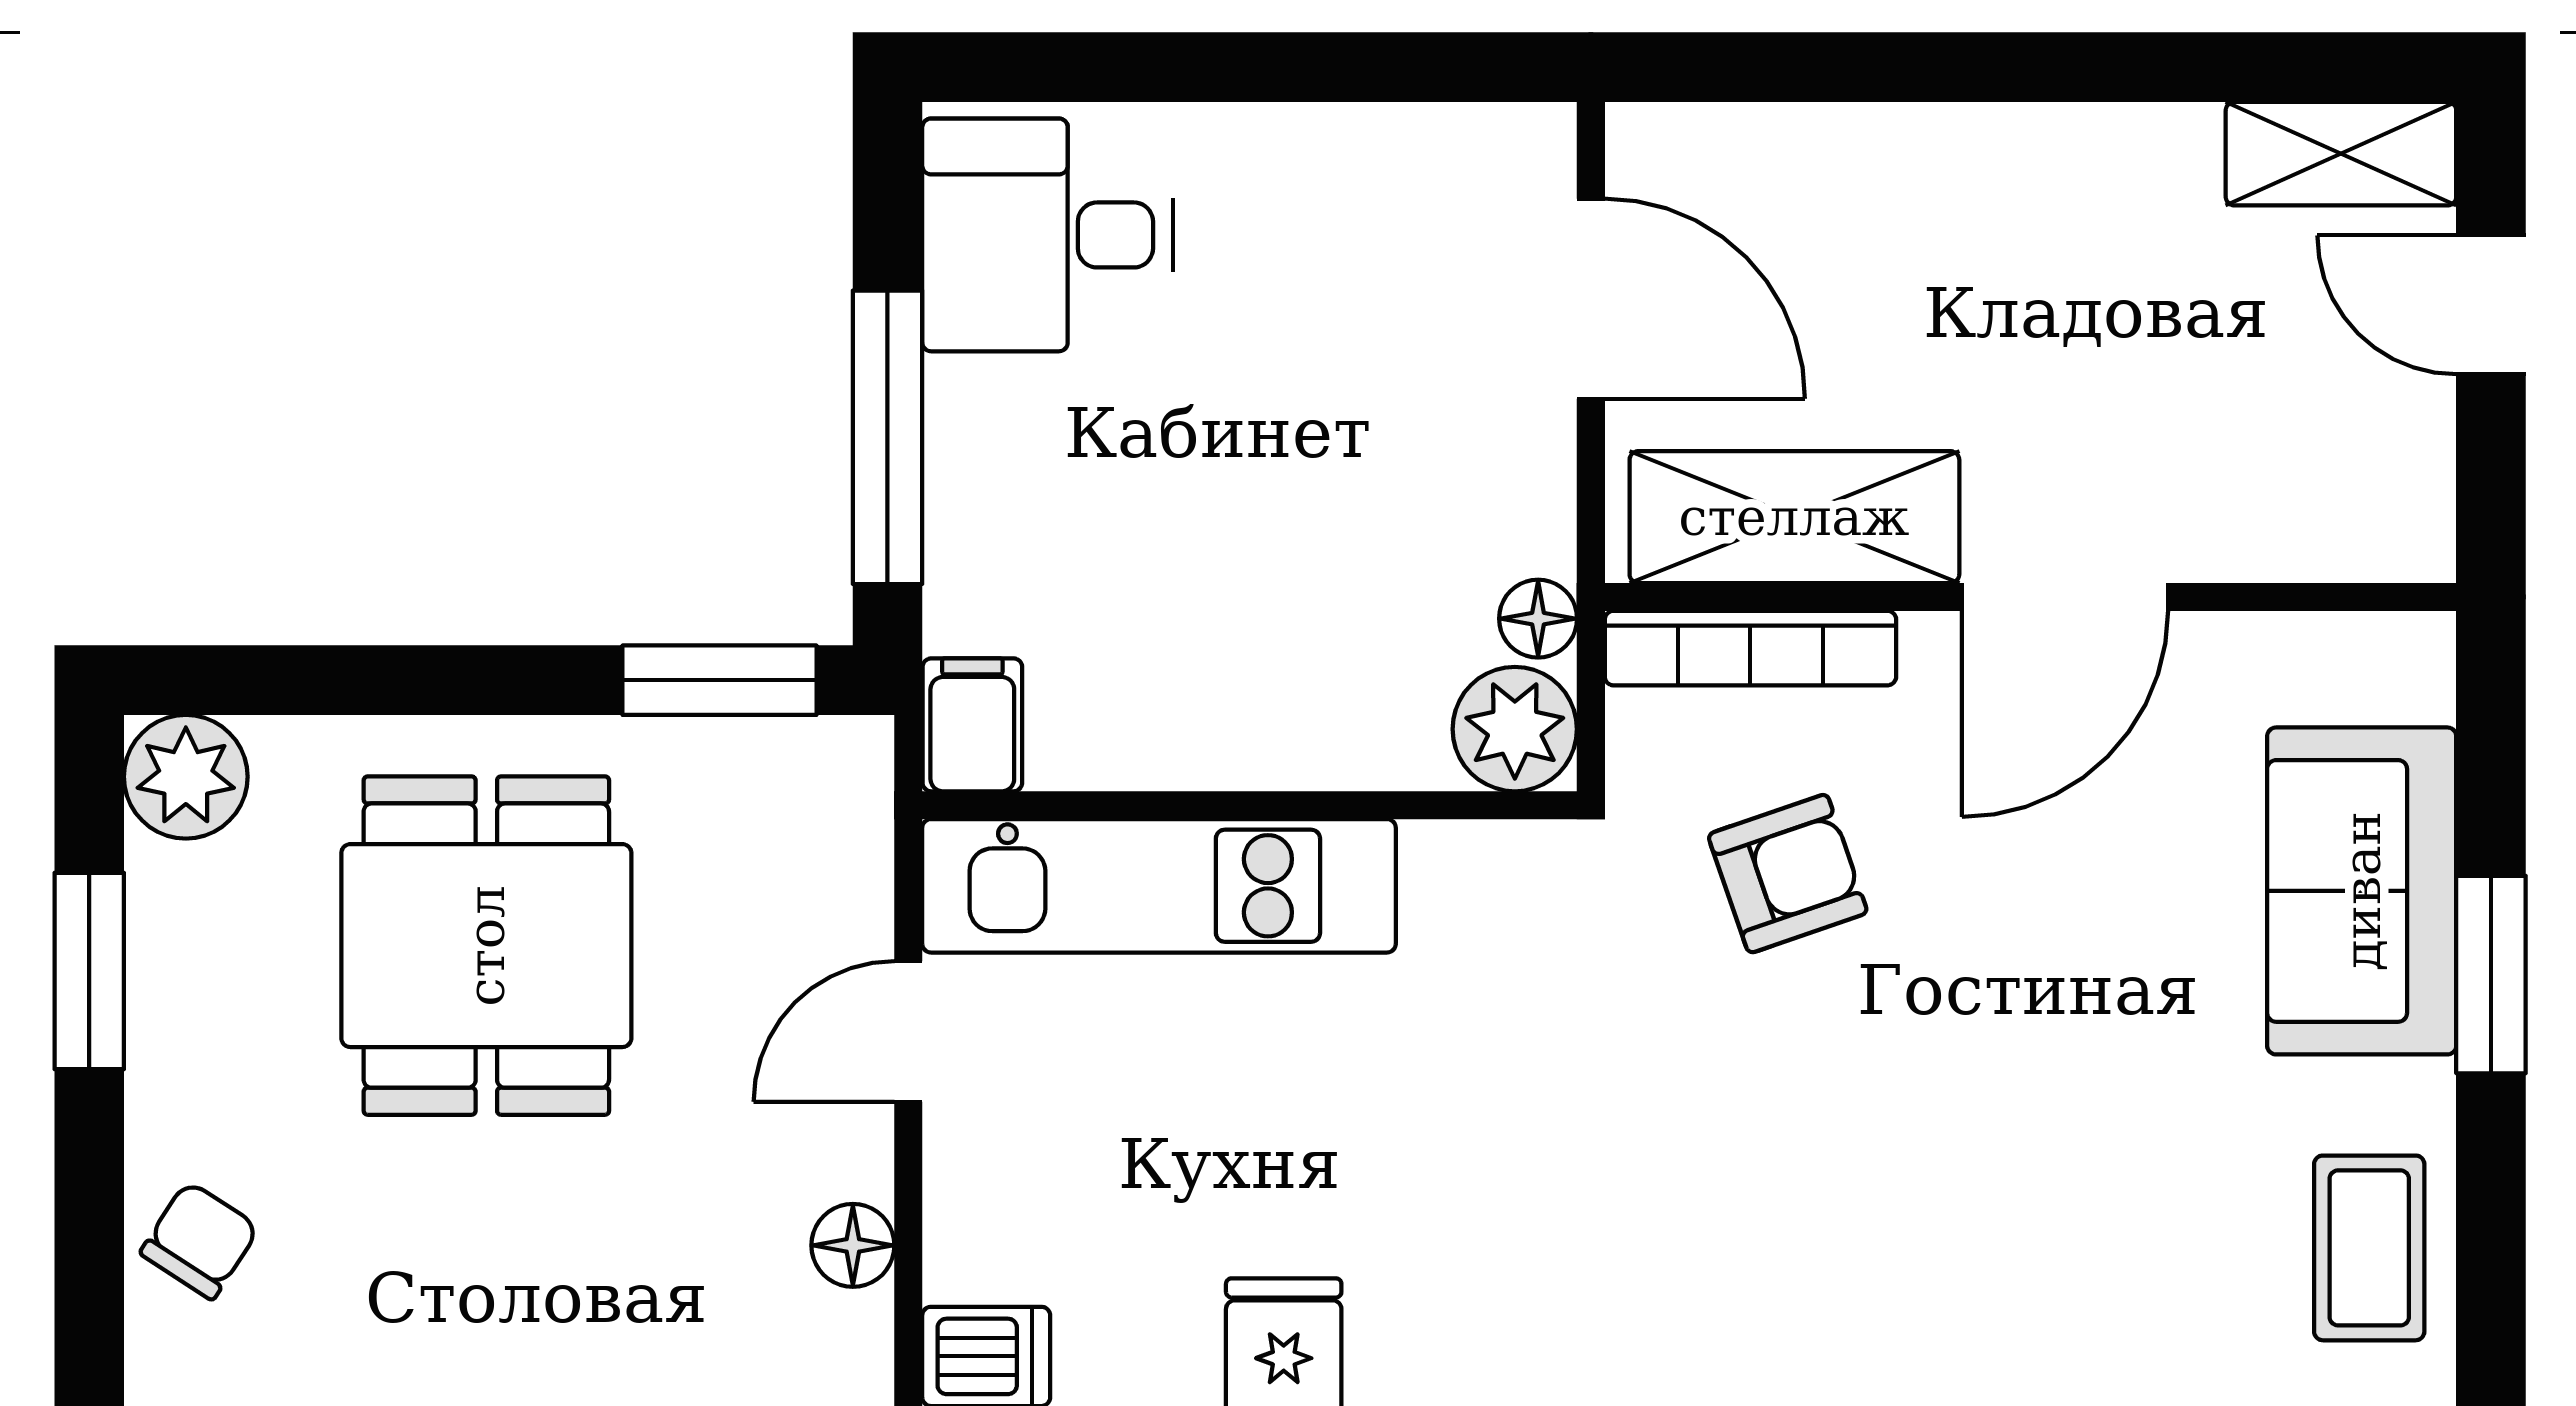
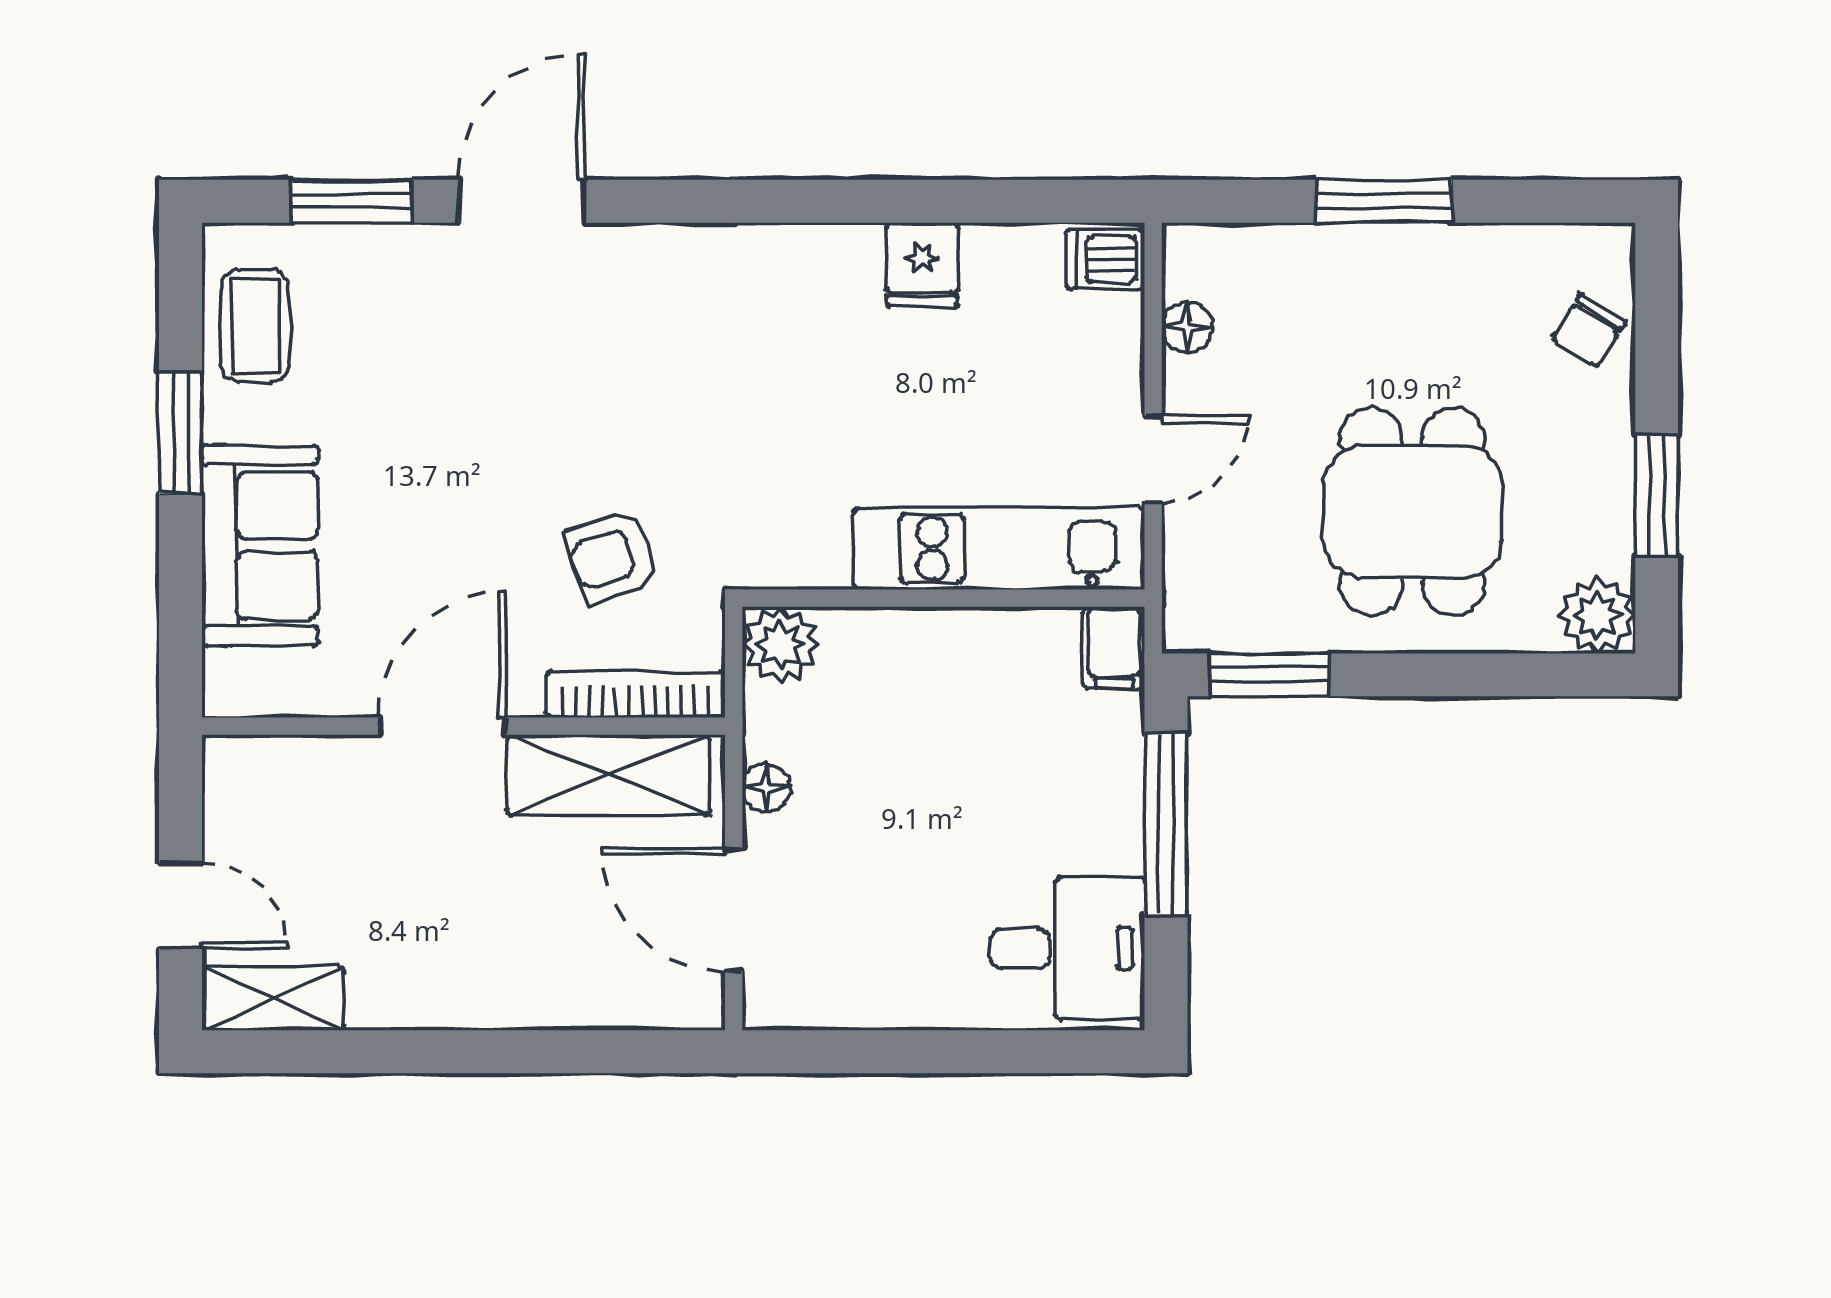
floor lamp: (1538, 619) -> (766, 788), moved
window: (2491, 975) -> (180, 432), moved

